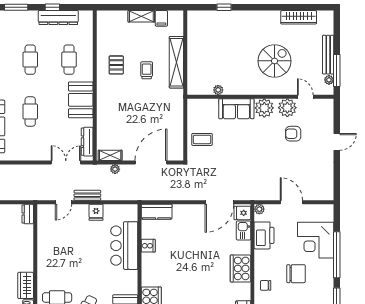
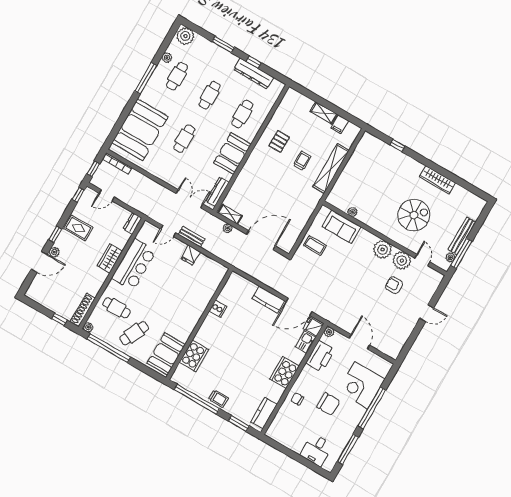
wardrobe: (299, 17) -> (437, 180), moved
sofa: (236, 109) -> (342, 227), moved
kitchen counter: (157, 212) -> (268, 300), moved
bar counter: (124, 246) -> (134, 265), moved, turned 180
wardrobe: (26, 285) -> (110, 259), moved

